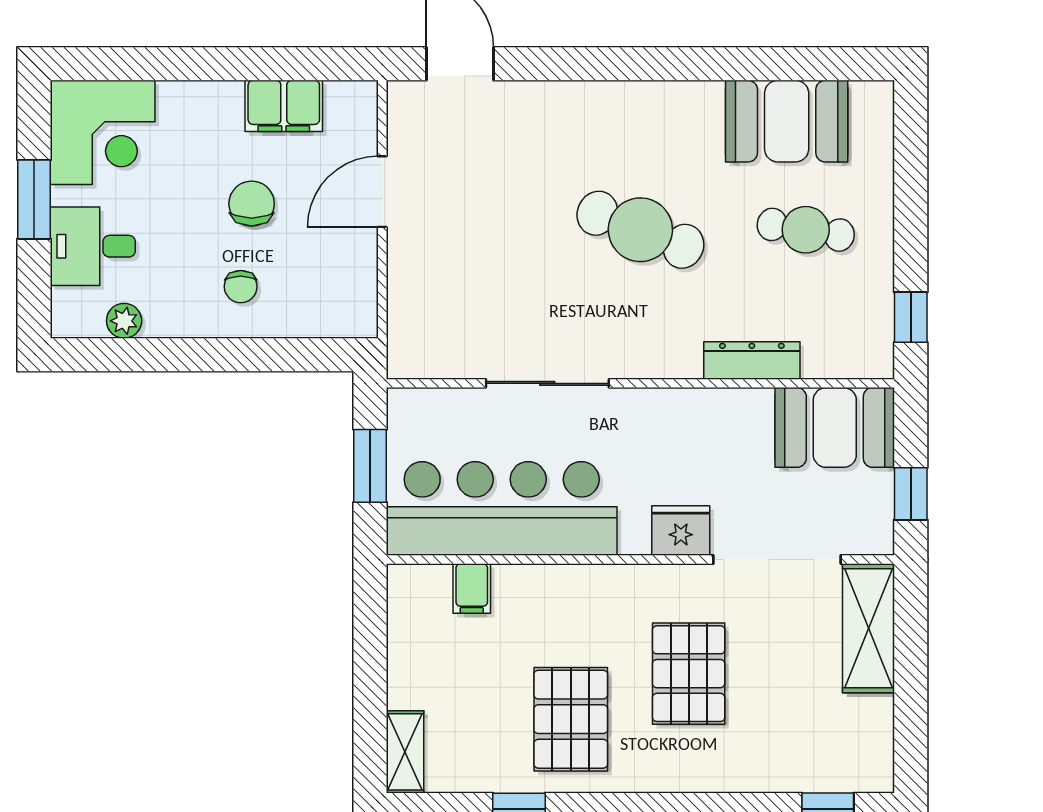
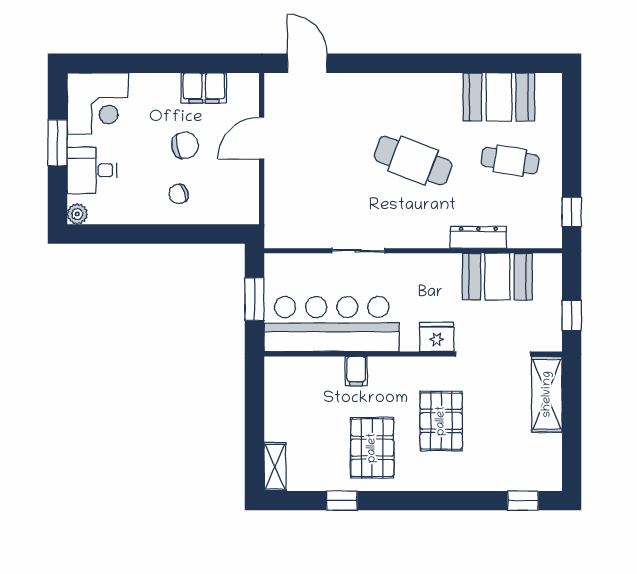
chair: (252, 204) -> (185, 145), turned 79
chair: (241, 287) -> (179, 194), turned 71
plant: (124, 321) -> (77, 214), moved
sliding door: (547, 383) -> (358, 251), width x0.73
booth: (835, 427) -> (497, 277), moved
filing cabinet: (472, 589) -> (356, 371), moved

